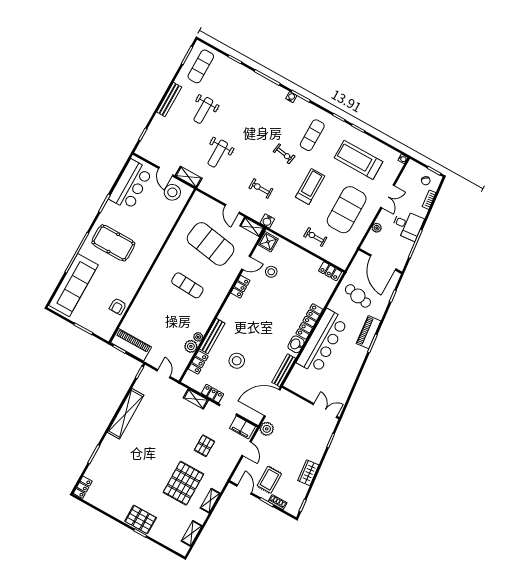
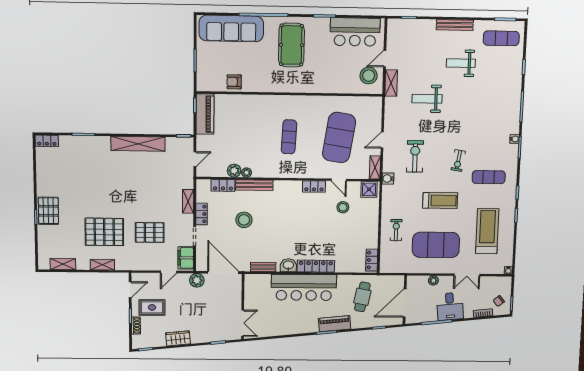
exercise bike: (261, 188) -> (415, 156), width x1.38, depth x1.39
bench: (284, 370) -> (263, 267), width x0.73
pallet: (204, 446) -> (150, 232), width x1.50, depth x1.42

